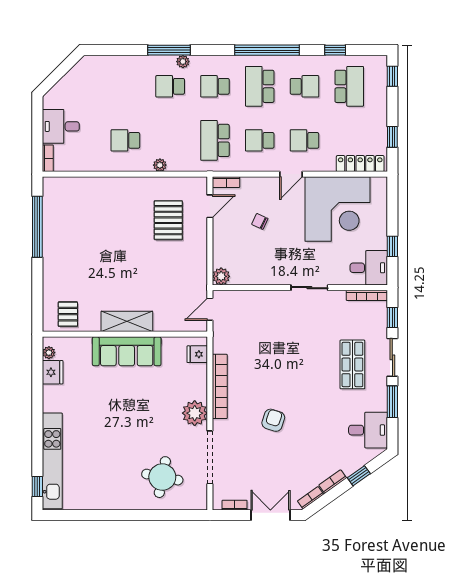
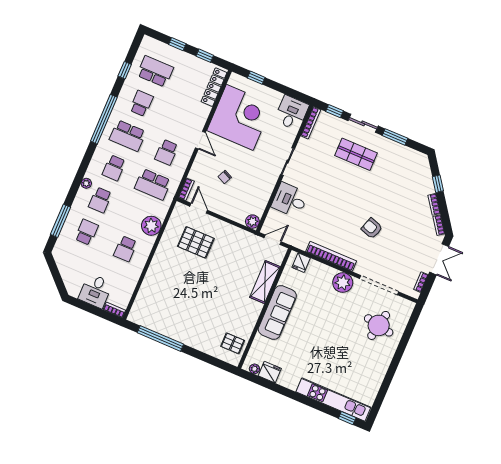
window: (169, 50) -> (61, 221), moved
window: (392, 76) -> (177, 44), moved
school desk: (304, 140) -> (87, 232), moved, turned 180
plant: (160, 165) -> (151, 226), width x1.87, depth x1.87
window: (392, 246) -> (256, 78), moved
door: (210, 309) -> (273, 240), swing flipped
shelving: (127, 321) -> (265, 282), moved
desk: (368, 430) -> (290, 200), moved, turned -90
double door: (270, 515) -> (439, 259), swing flipped

